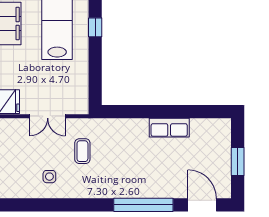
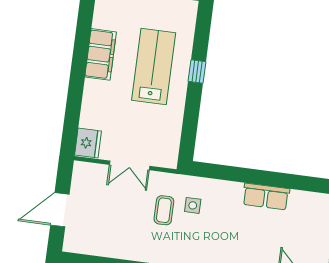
side table: (49, 177) -> (193, 205), moved

